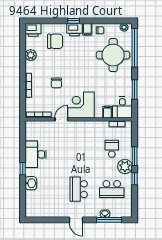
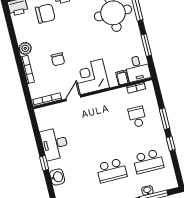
plant: (31, 55) -> (25, 48), moved
plant: (125, 166) -> (157, 133), removed
school desk: (79, 189) -> (112, 170), turned -90

